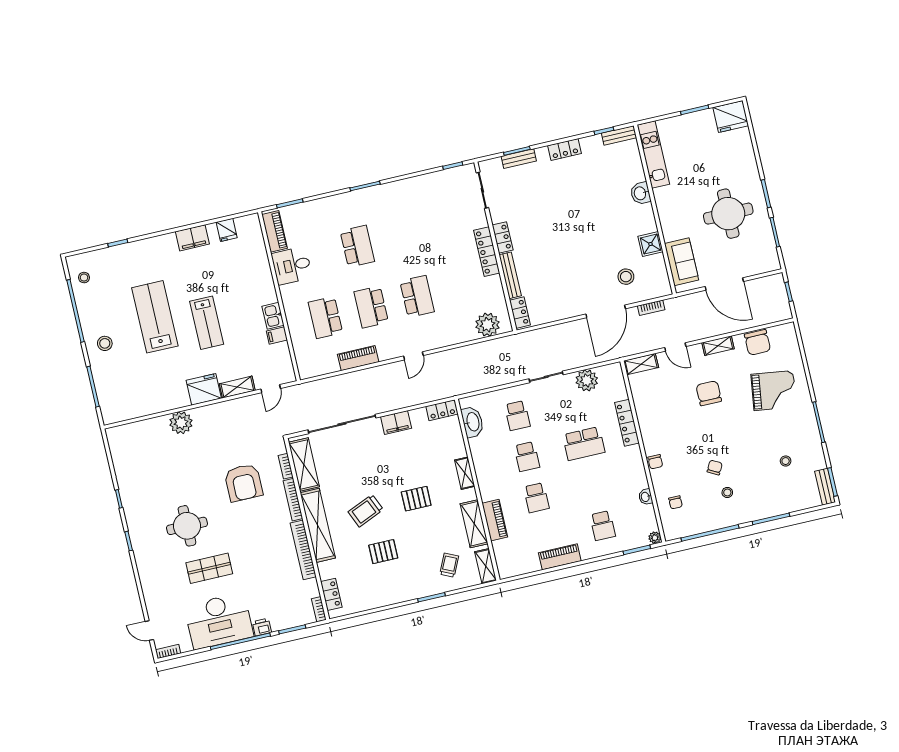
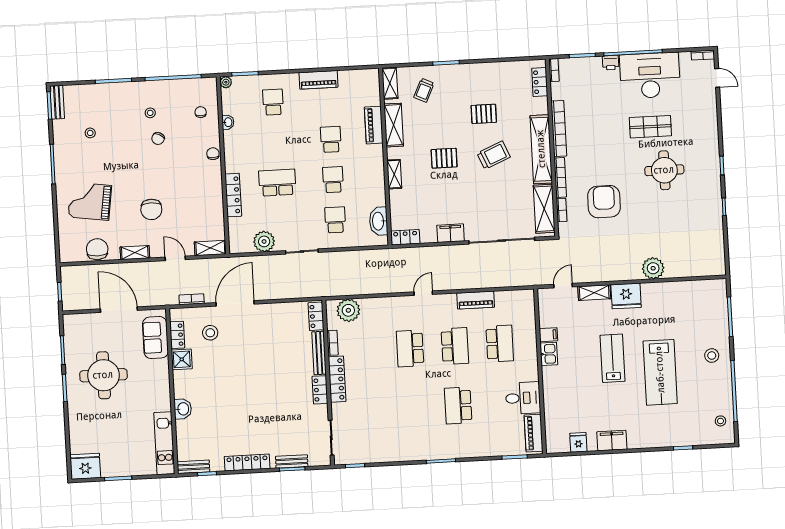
locker: (565, 149) -> (247, 463), width x1.53
locker: (660, 269) -> (177, 335), added
bookcase: (498, 288) -> (332, 343), added

